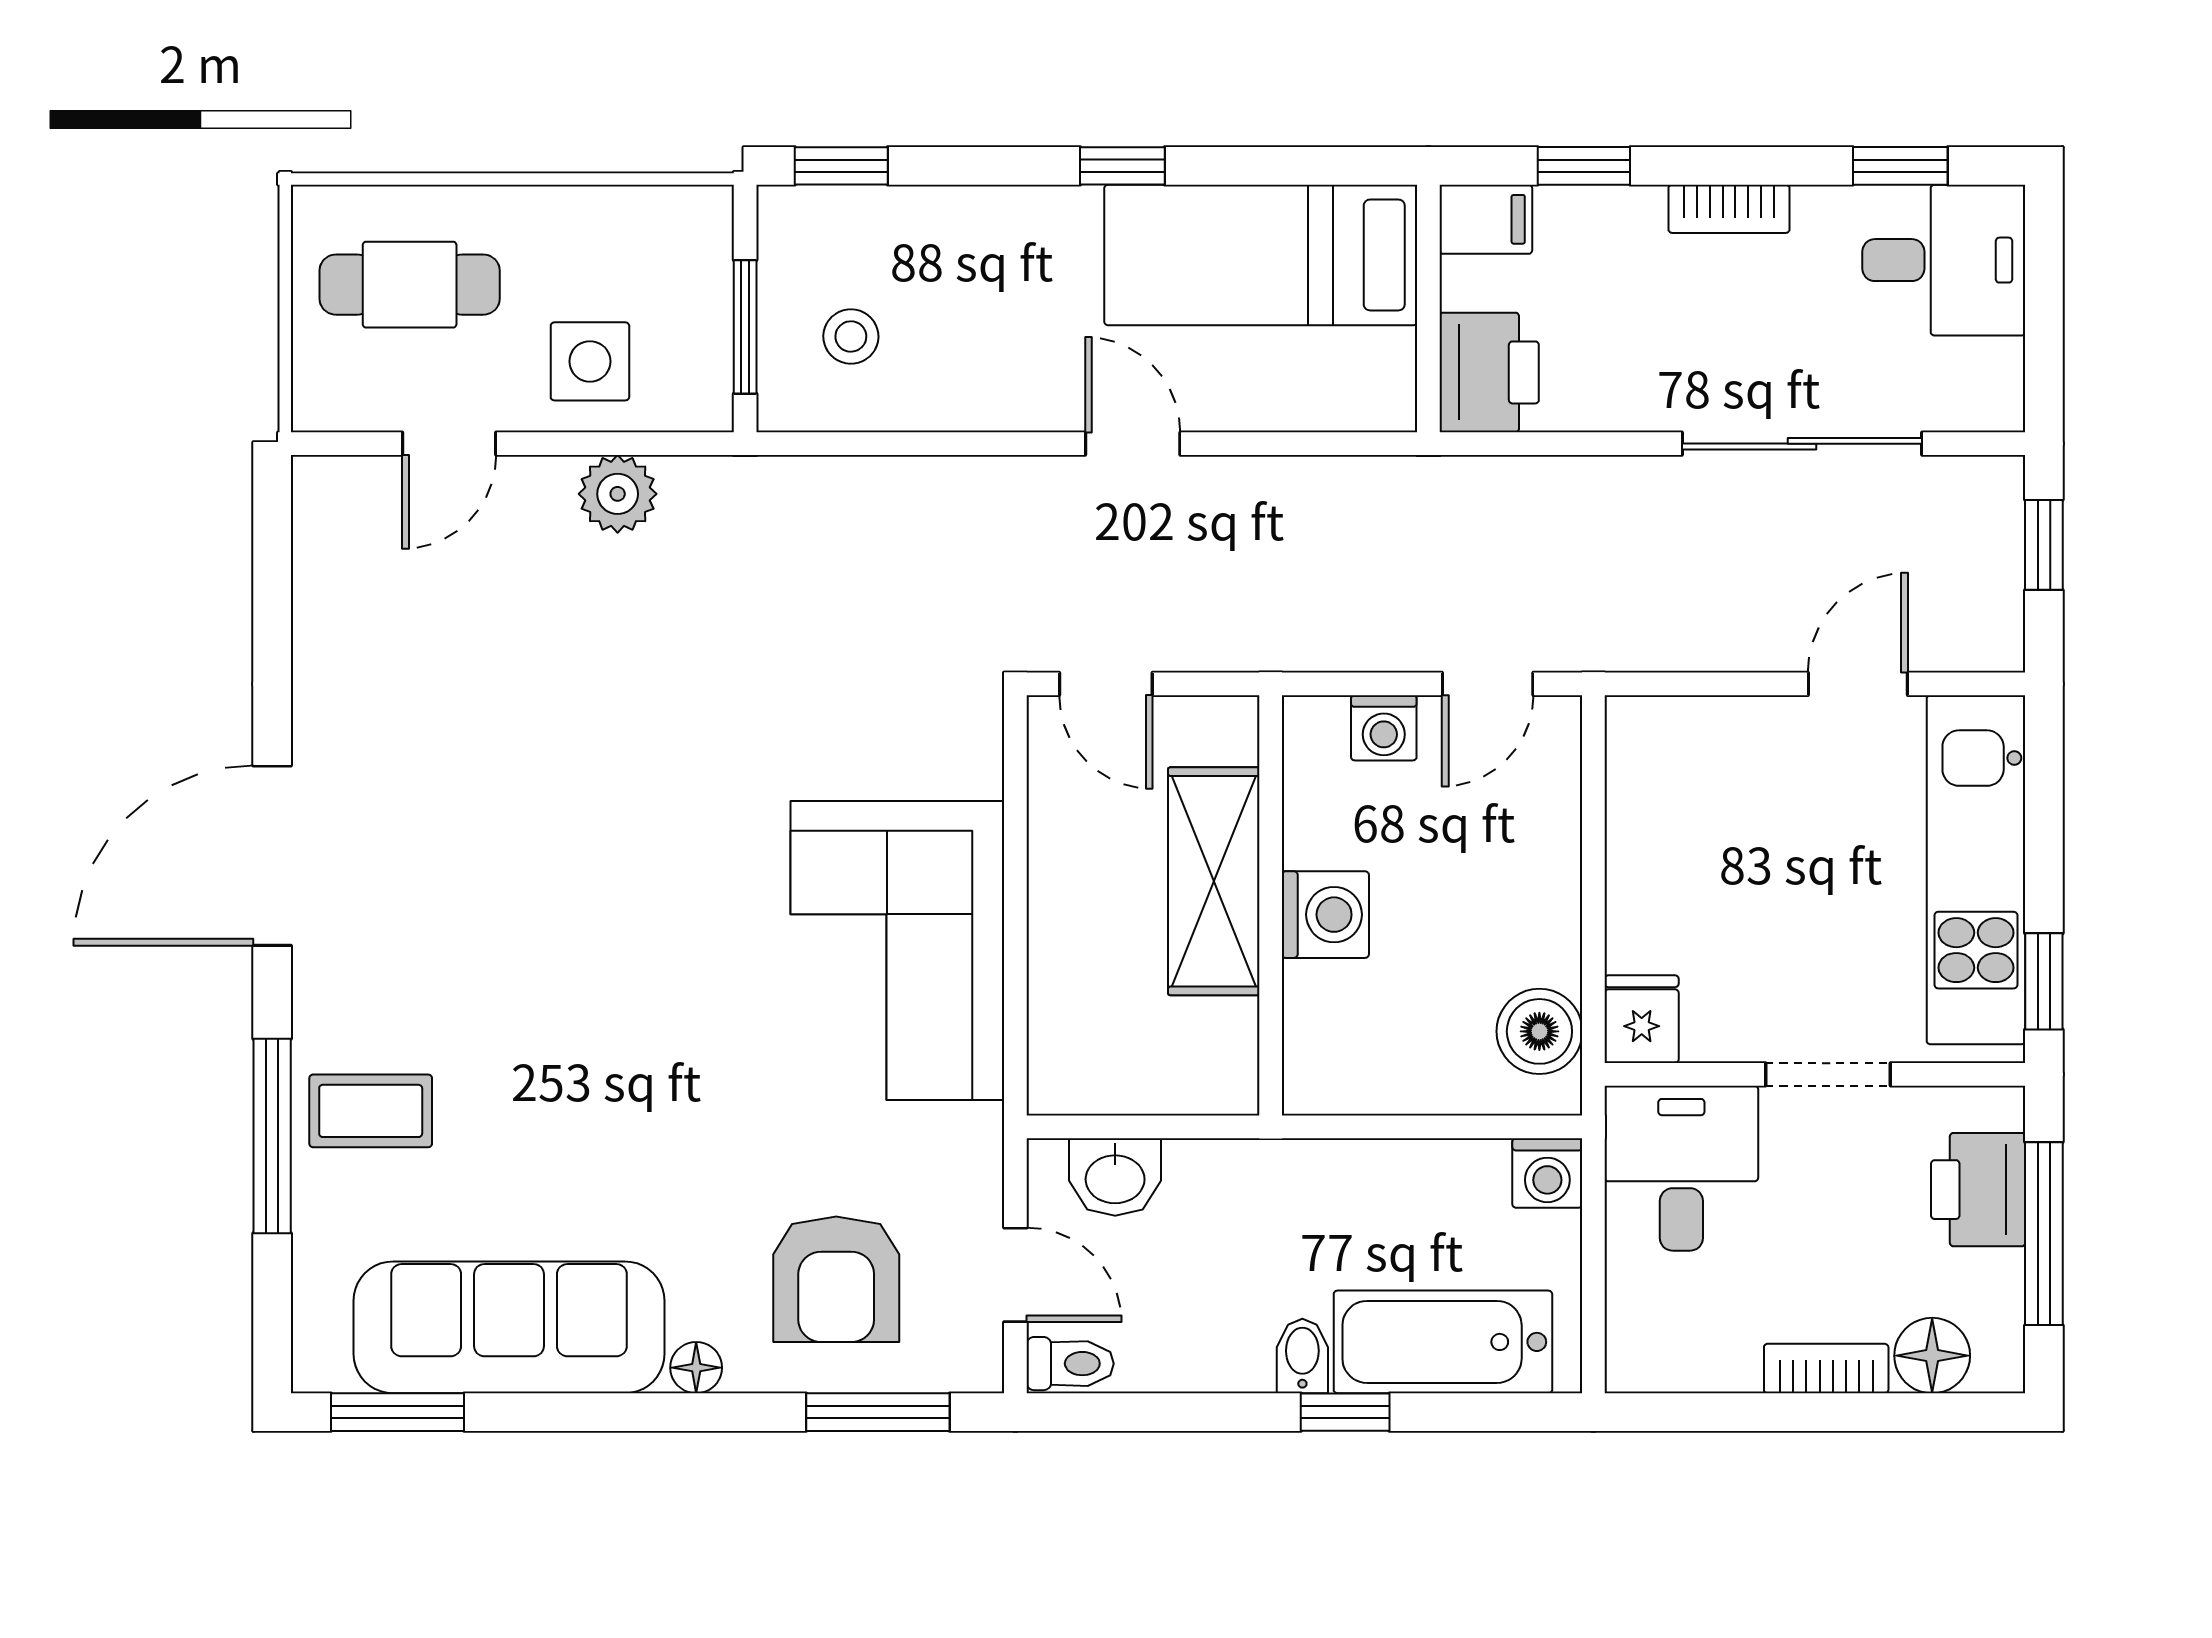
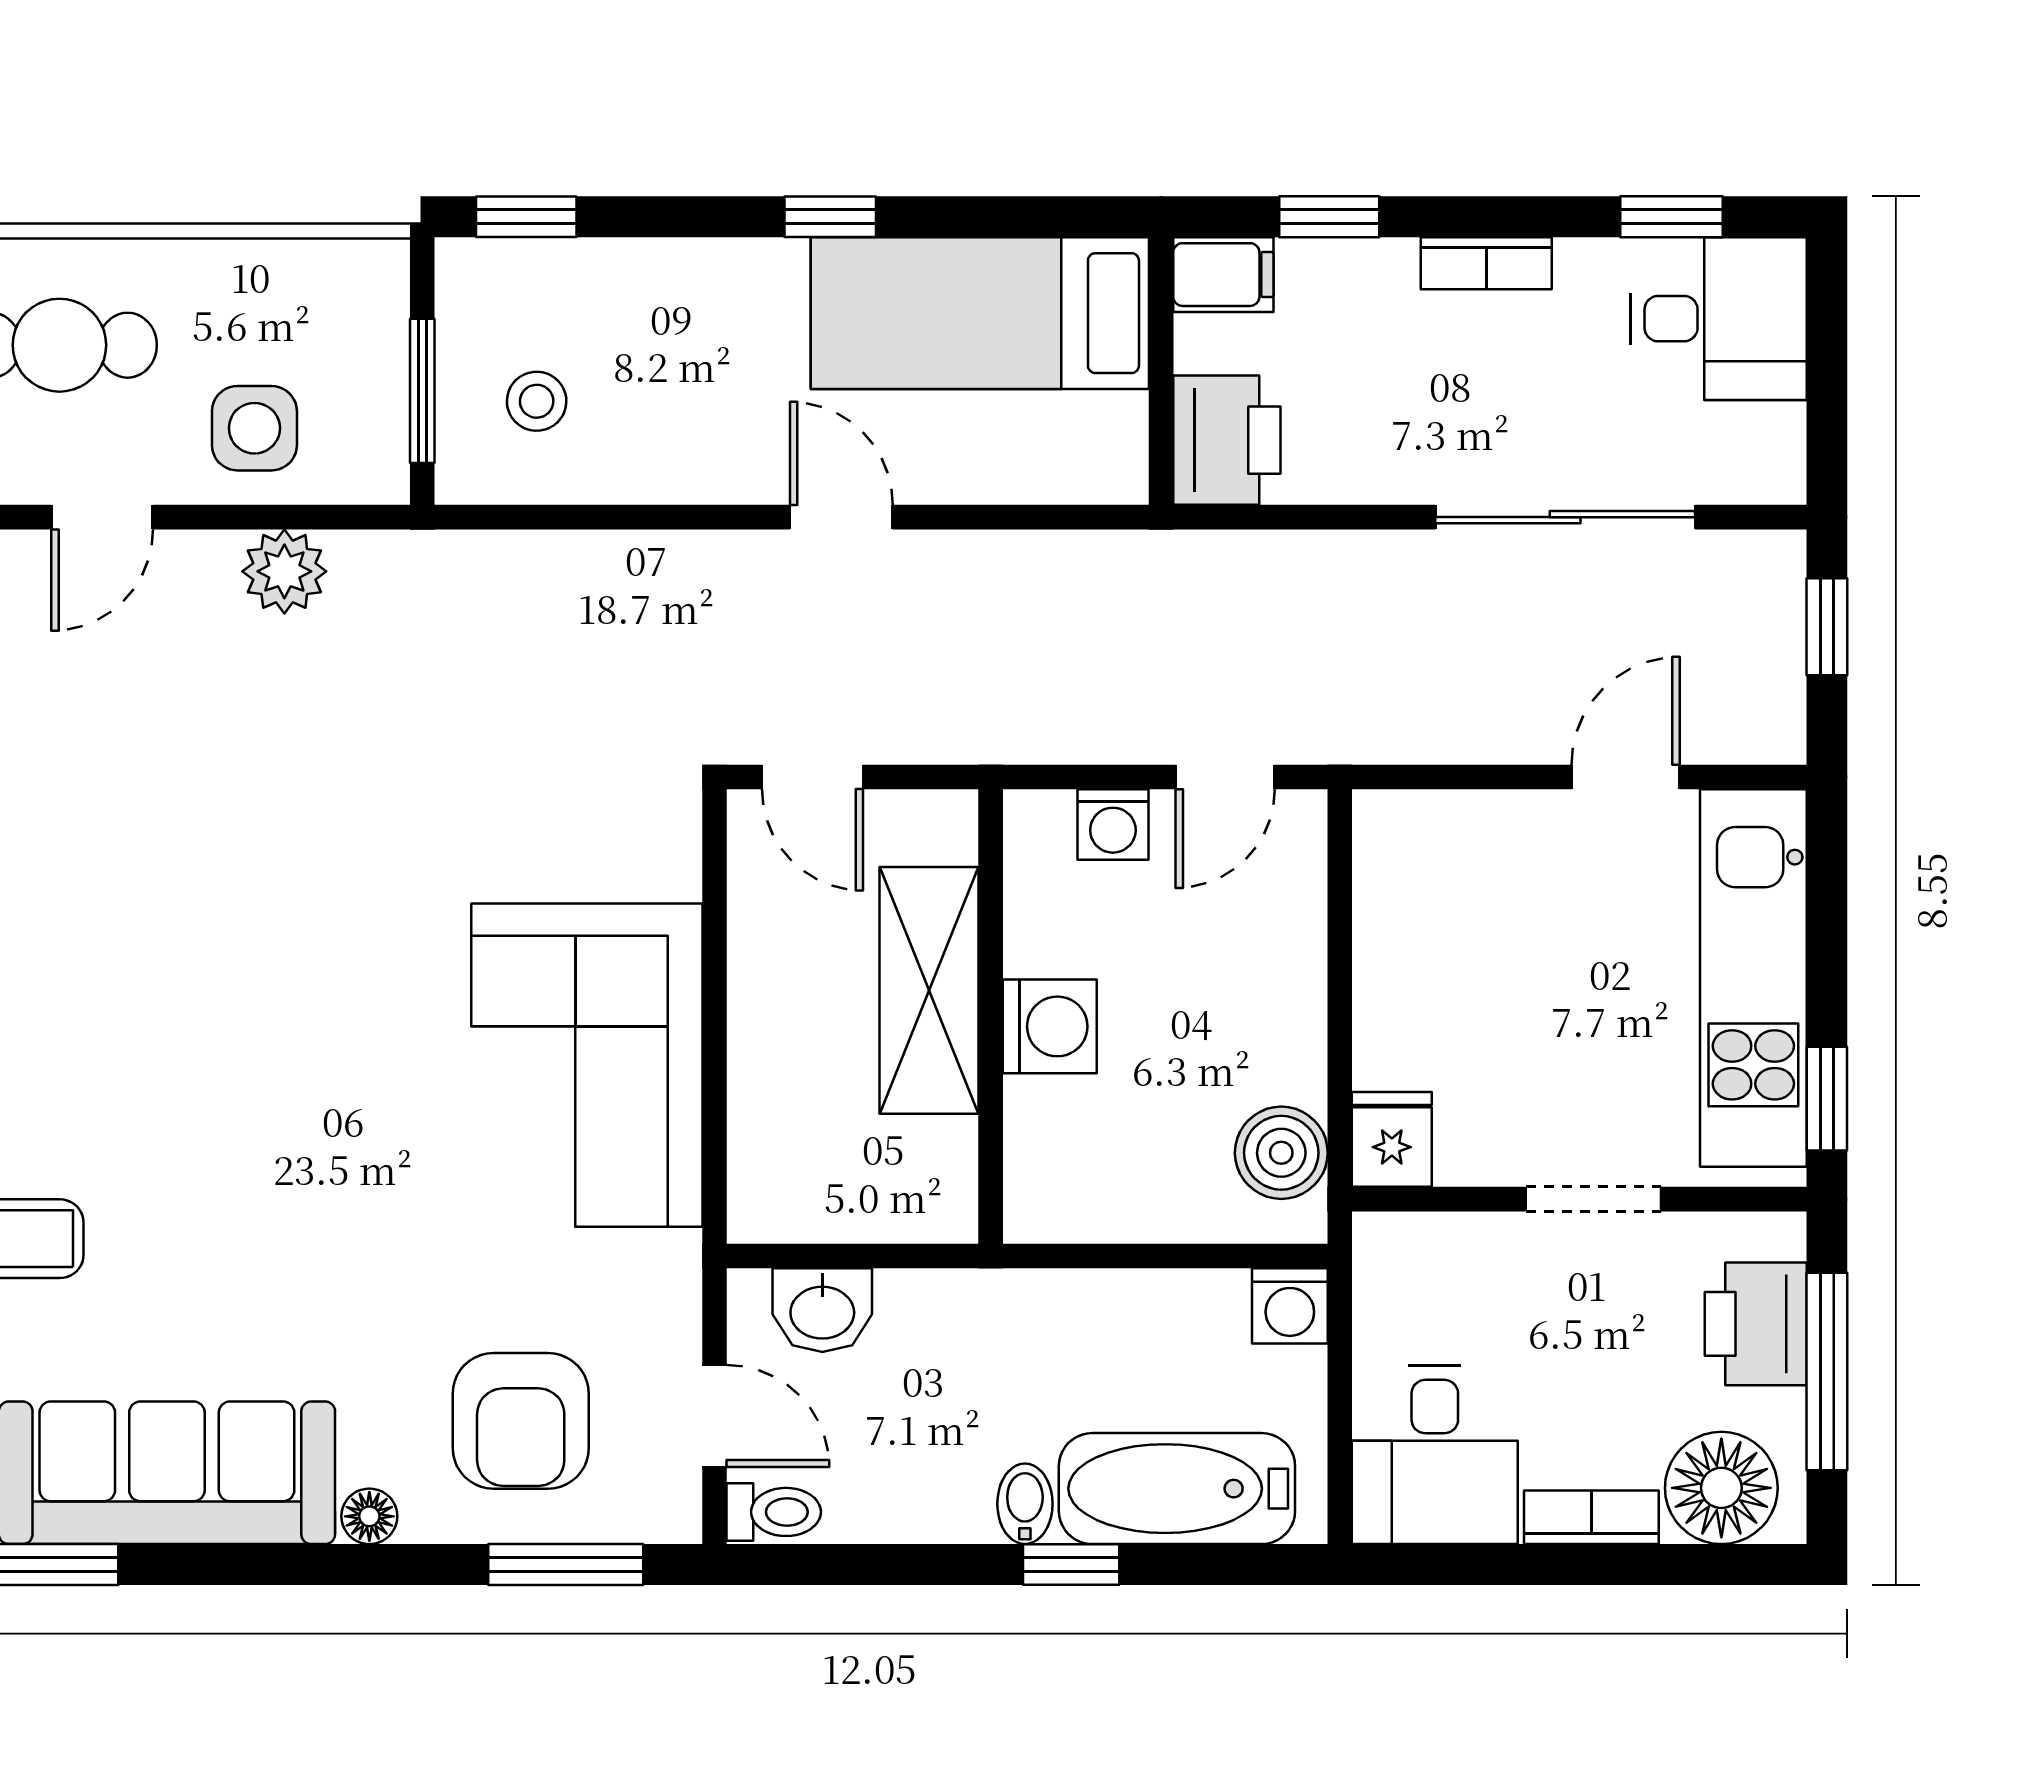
desk: (1681, 1168) -> (1435, 1455), moved, turned 180
floor lamp: (1932, 1356) -> (1721, 1488), width x1.38, depth x1.38

